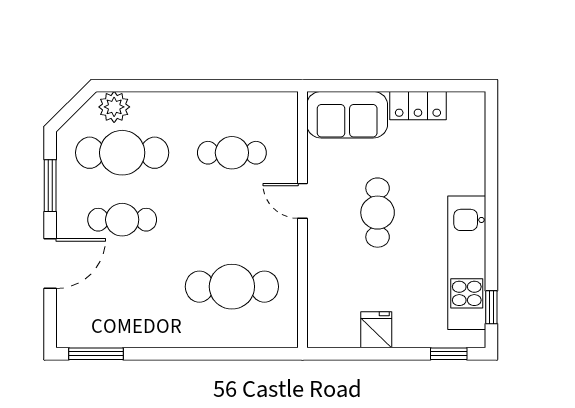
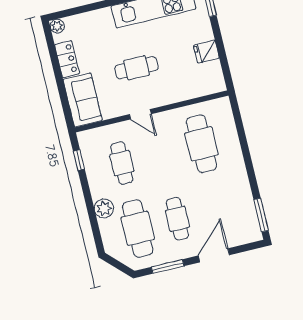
window: (253, 86) -> (79, 160), added
plant: (474, 103) -> (57, 26), added
plant: (114, 107) -> (104, 208), moved
door: (302, 201) -> (140, 114), hinge flipped
door: (50, 264) -> (214, 255), hinge flipped

